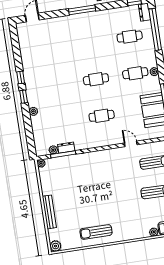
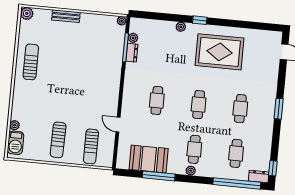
window: (82, 10) -> (279, 109), width x0.69
cafe table: (90, 43) -> (240, 109), added
rug: (46, 73) -> (220, 52), added
window: (21, 77) -> (222, 22), removed
door: (131, 144) -> (118, 125), swing flipped
bench: (49, 212) -> (66, 16), width x0.73

